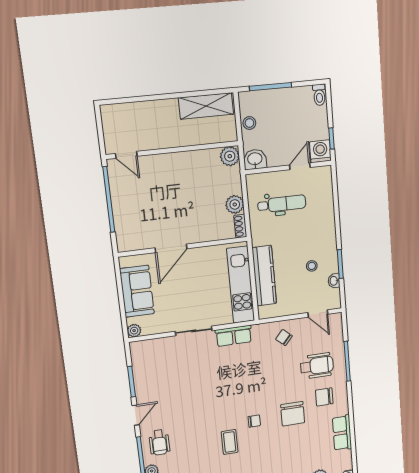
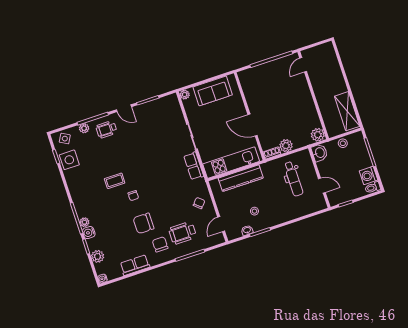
washing machine: (320, 151) -> (368, 175), moved, turned 180
door: (171, 248) -> (253, 125), moved
wheelchair: (317, 366) -> (183, 233), turned 90

